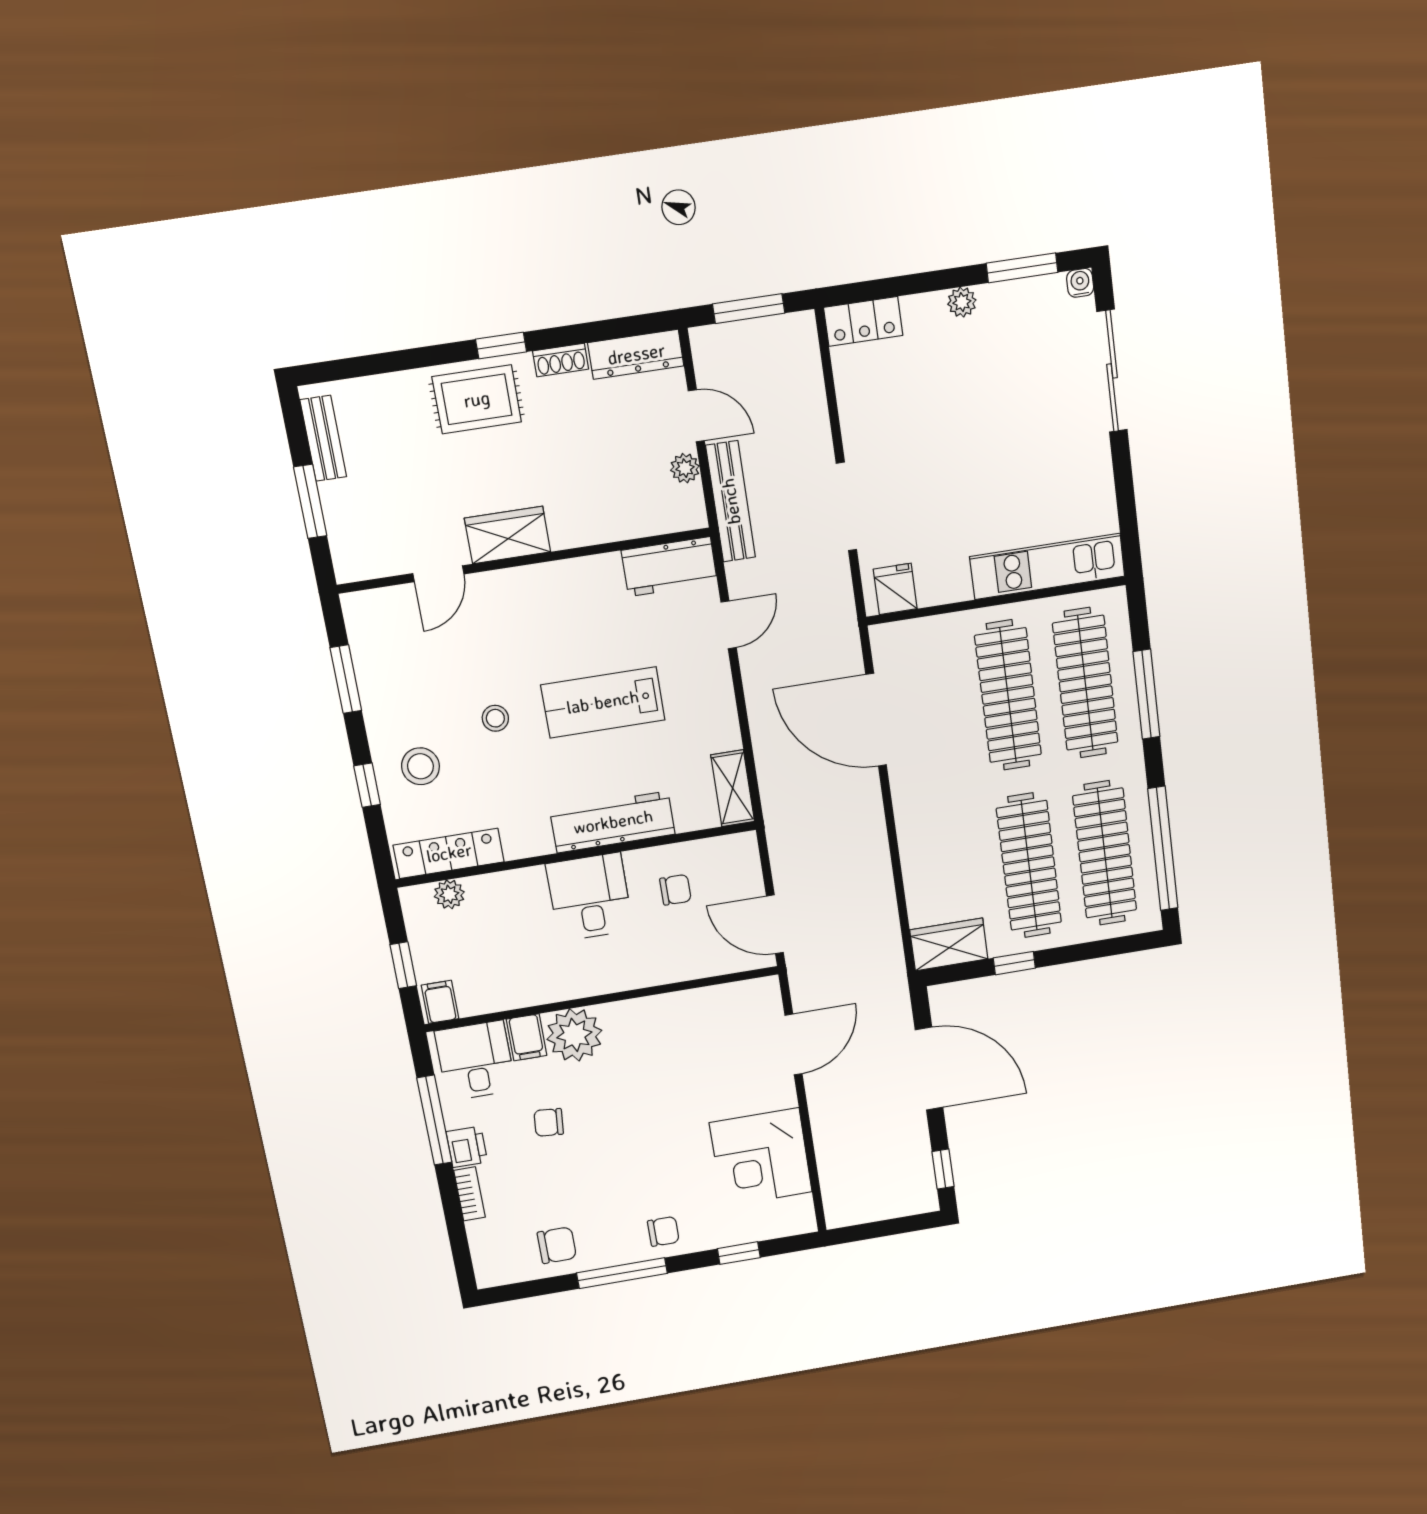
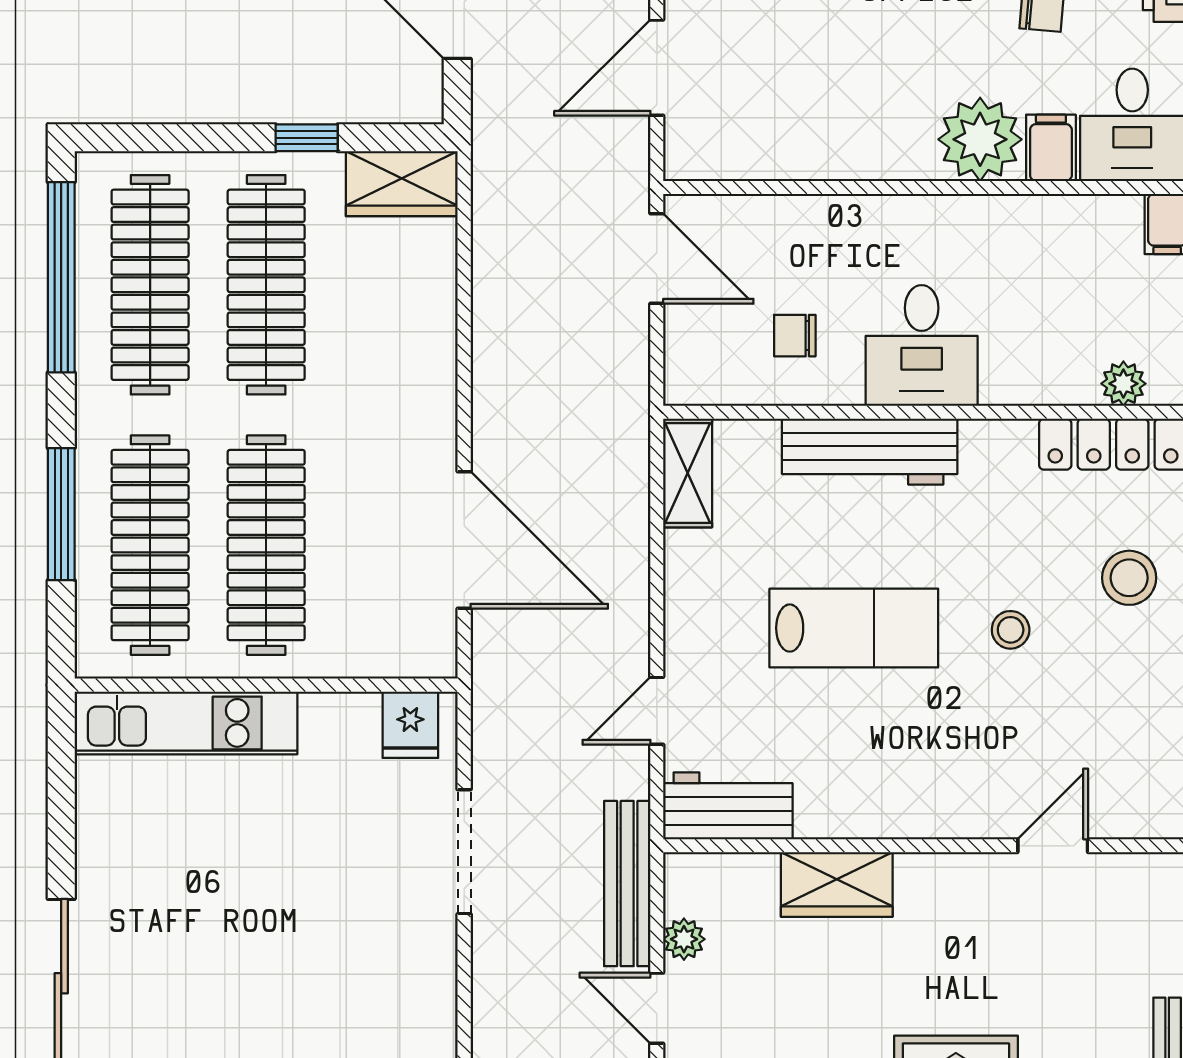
wardrobe: (508, 535) -> (837, 884), moved

